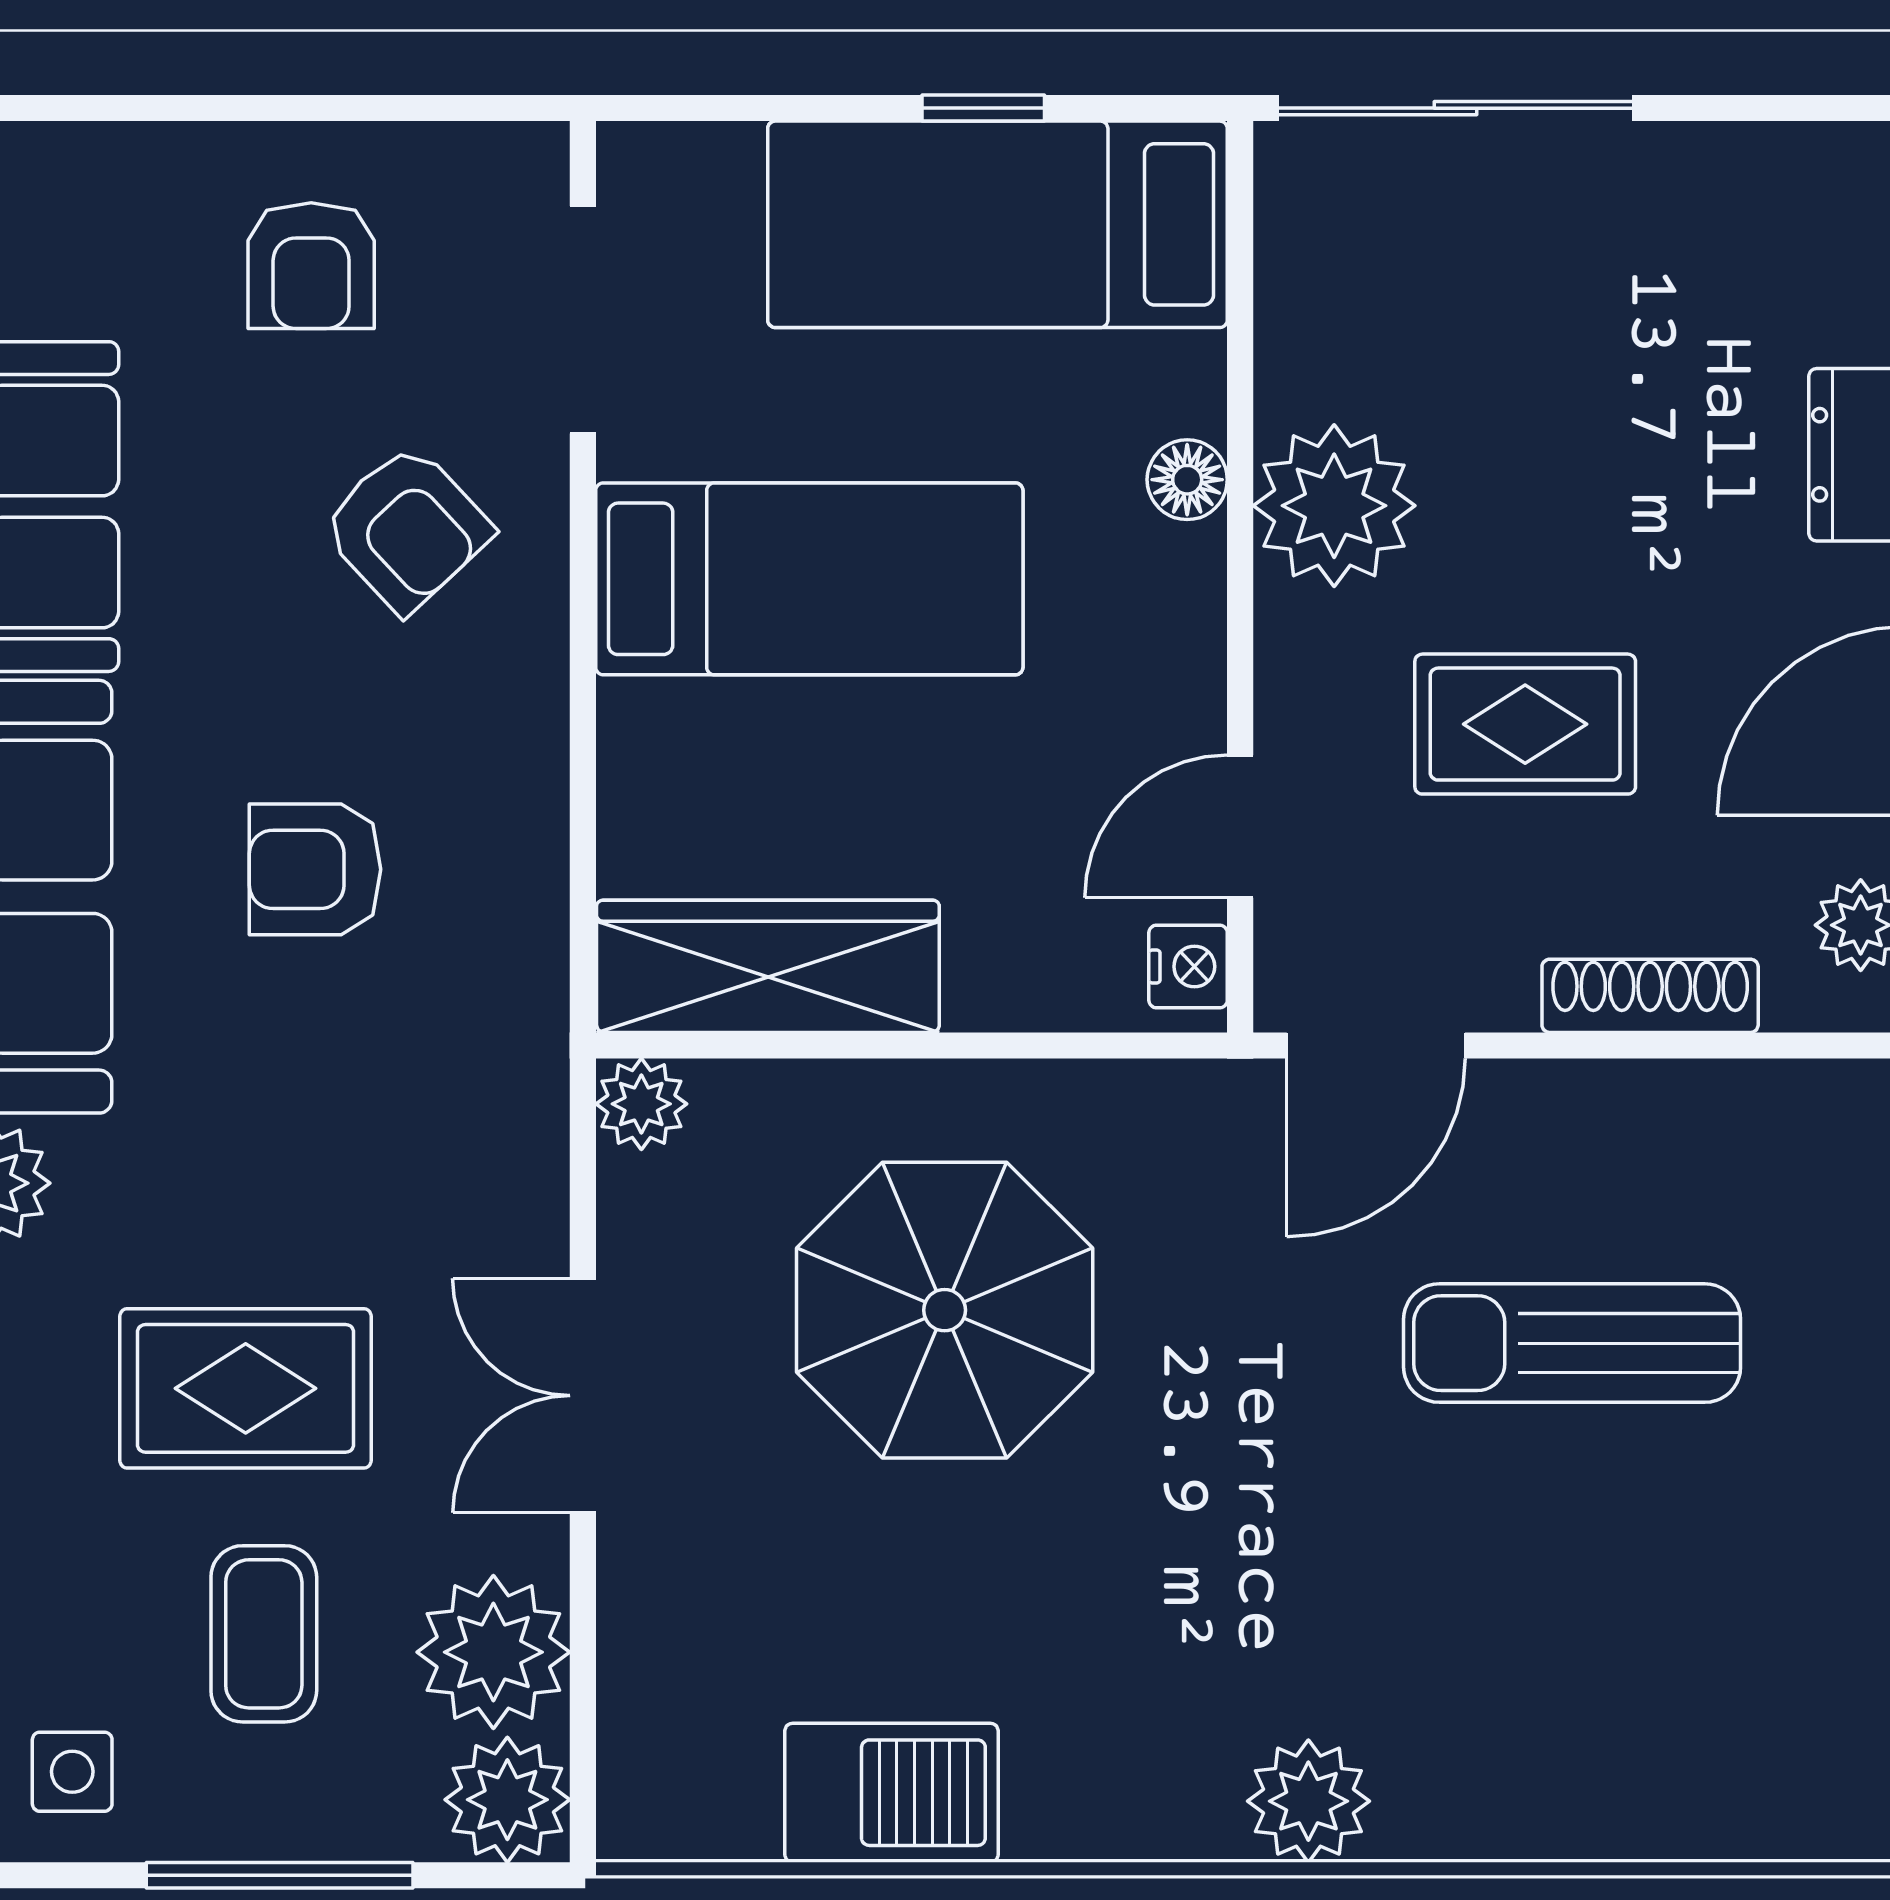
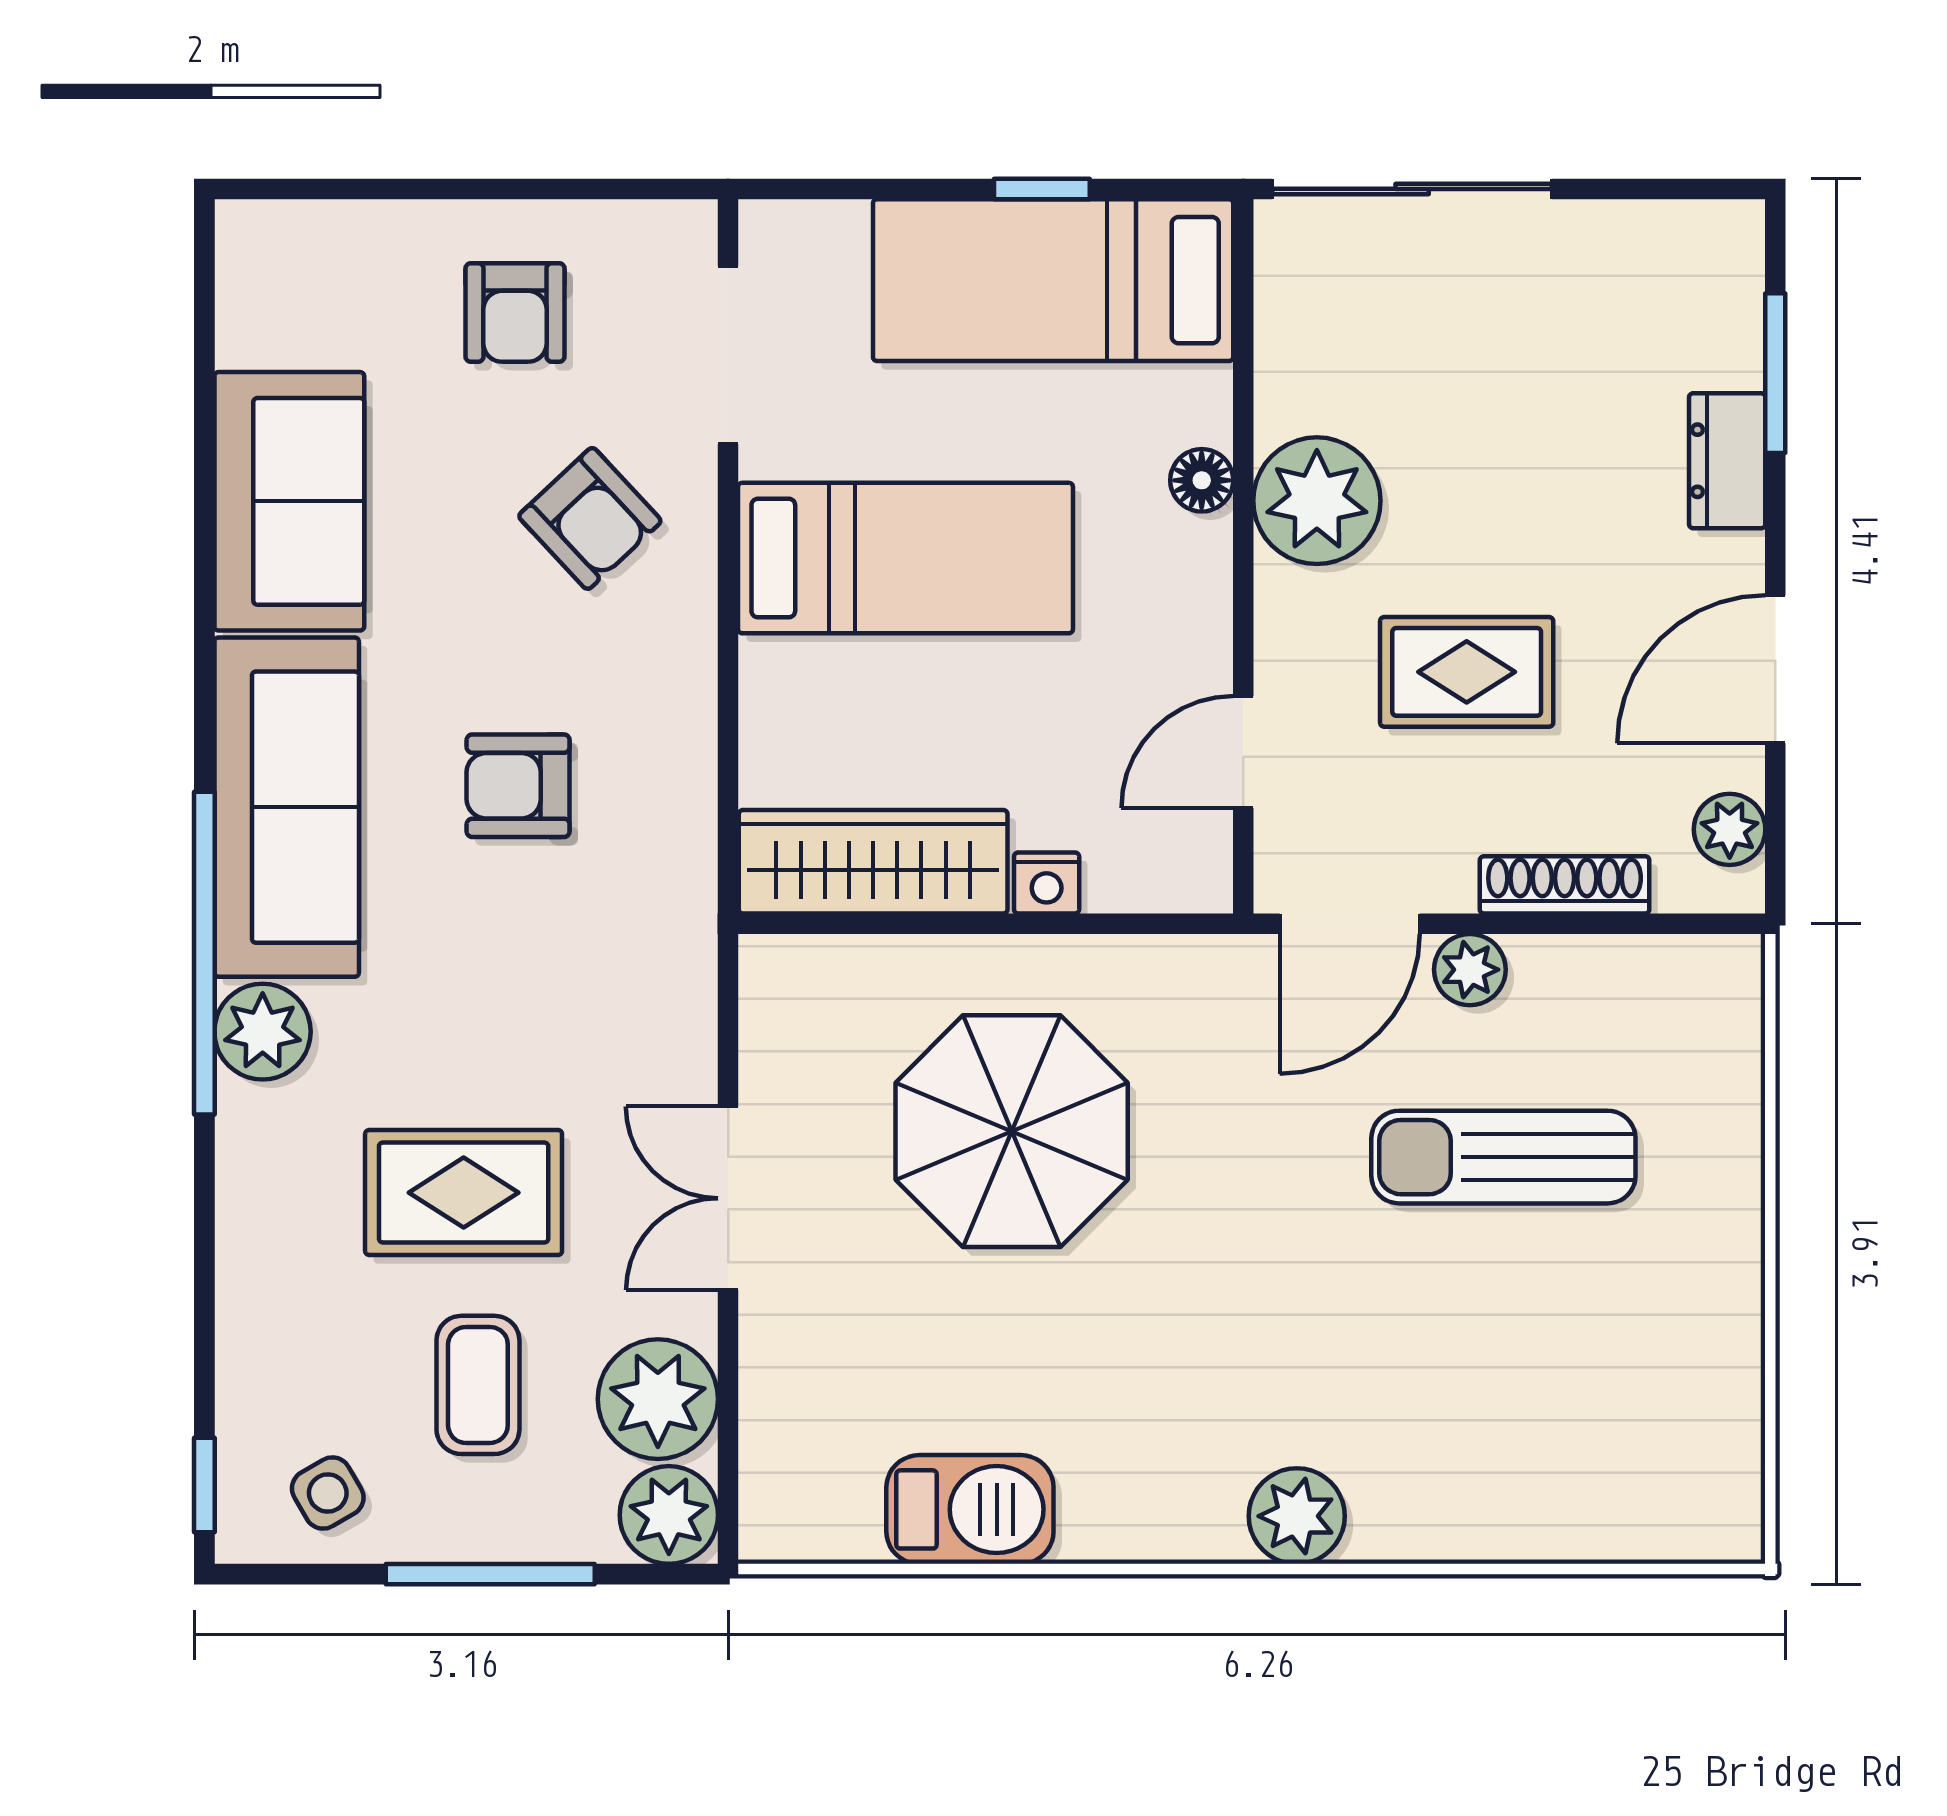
nightstand: (1188, 967) -> (1047, 883), moved, turned 90
plant: (641, 1104) -> (1470, 970), moved
side table: (72, 1772) -> (328, 1493), turned -30

